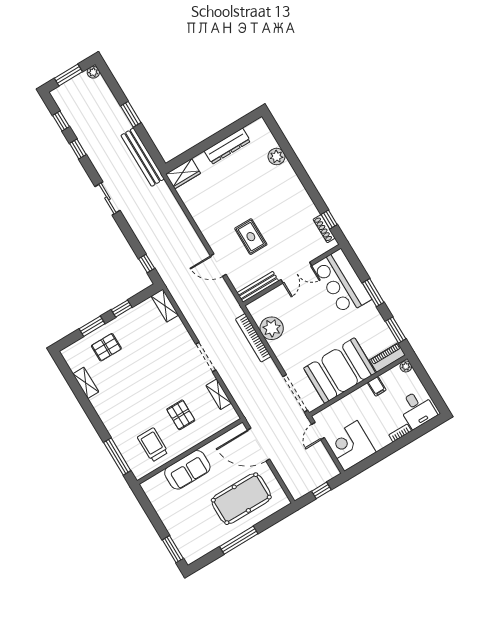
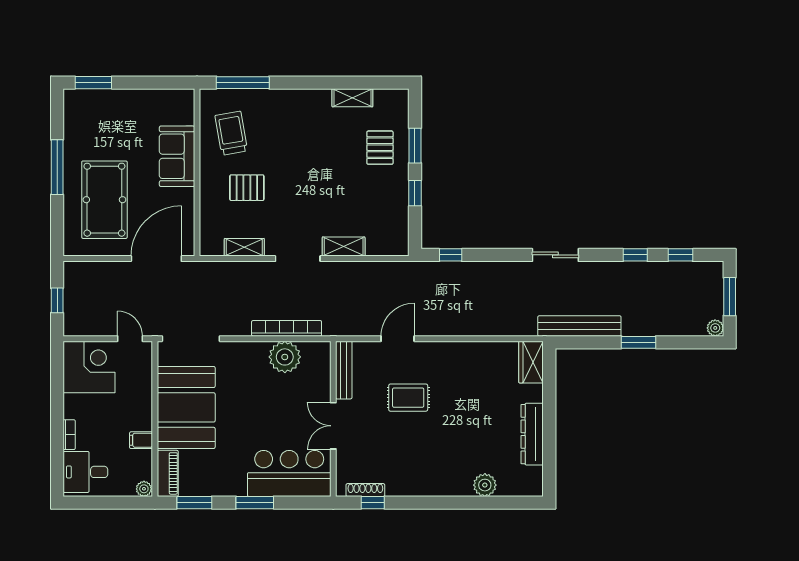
shelving: (165, 306) -> (344, 247), moved
trolley: (153, 445) -> (231, 133), turned -100

